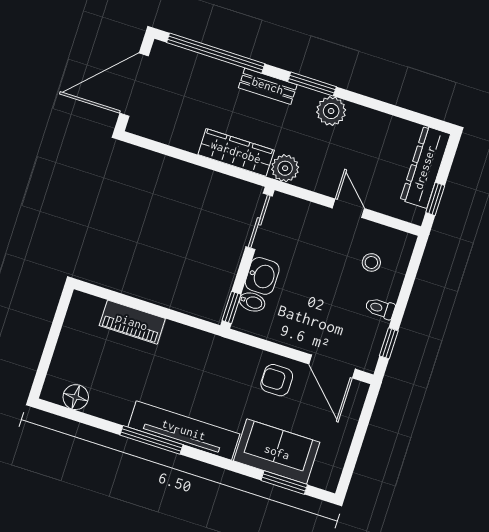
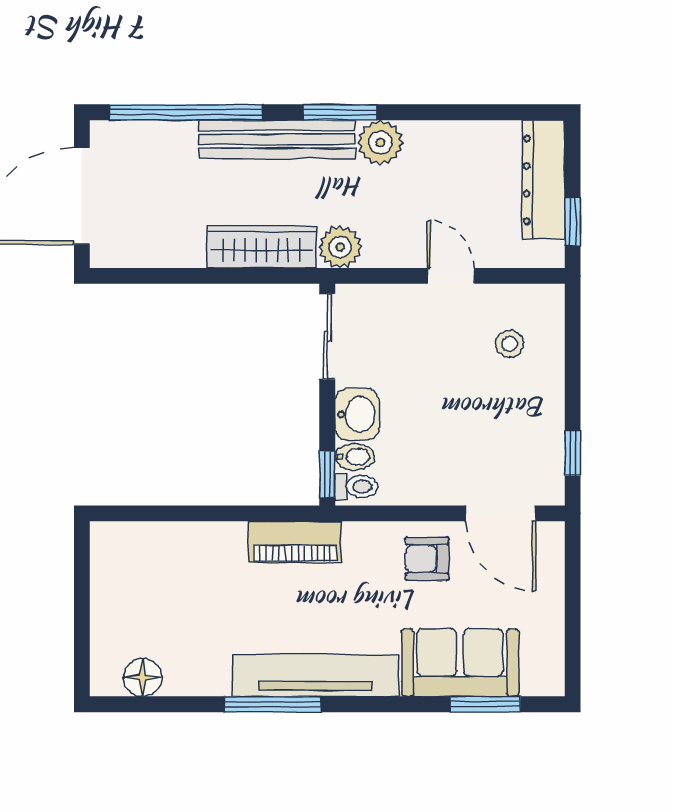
bench: (268, 86) -> (277, 139), width x1.86, depth x1.21
toilet: (380, 308) -> (356, 486), moved, turned 180
piano: (132, 322) -> (295, 542), moved

